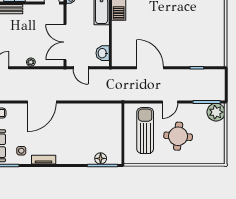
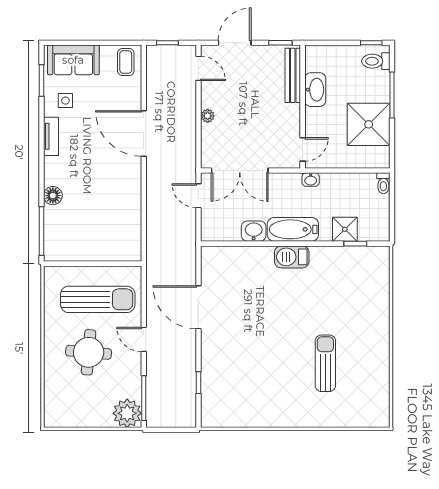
double door: (65, 42) -> (240, 171), swing flipped
washbasin: (103, 53) -> (254, 231), moved
door: (81, 68) -> (198, 196), hinge flipped
door: (150, 68) -> (198, 307), swing flipped
floor lamp: (101, 158) -> (53, 196), moved

